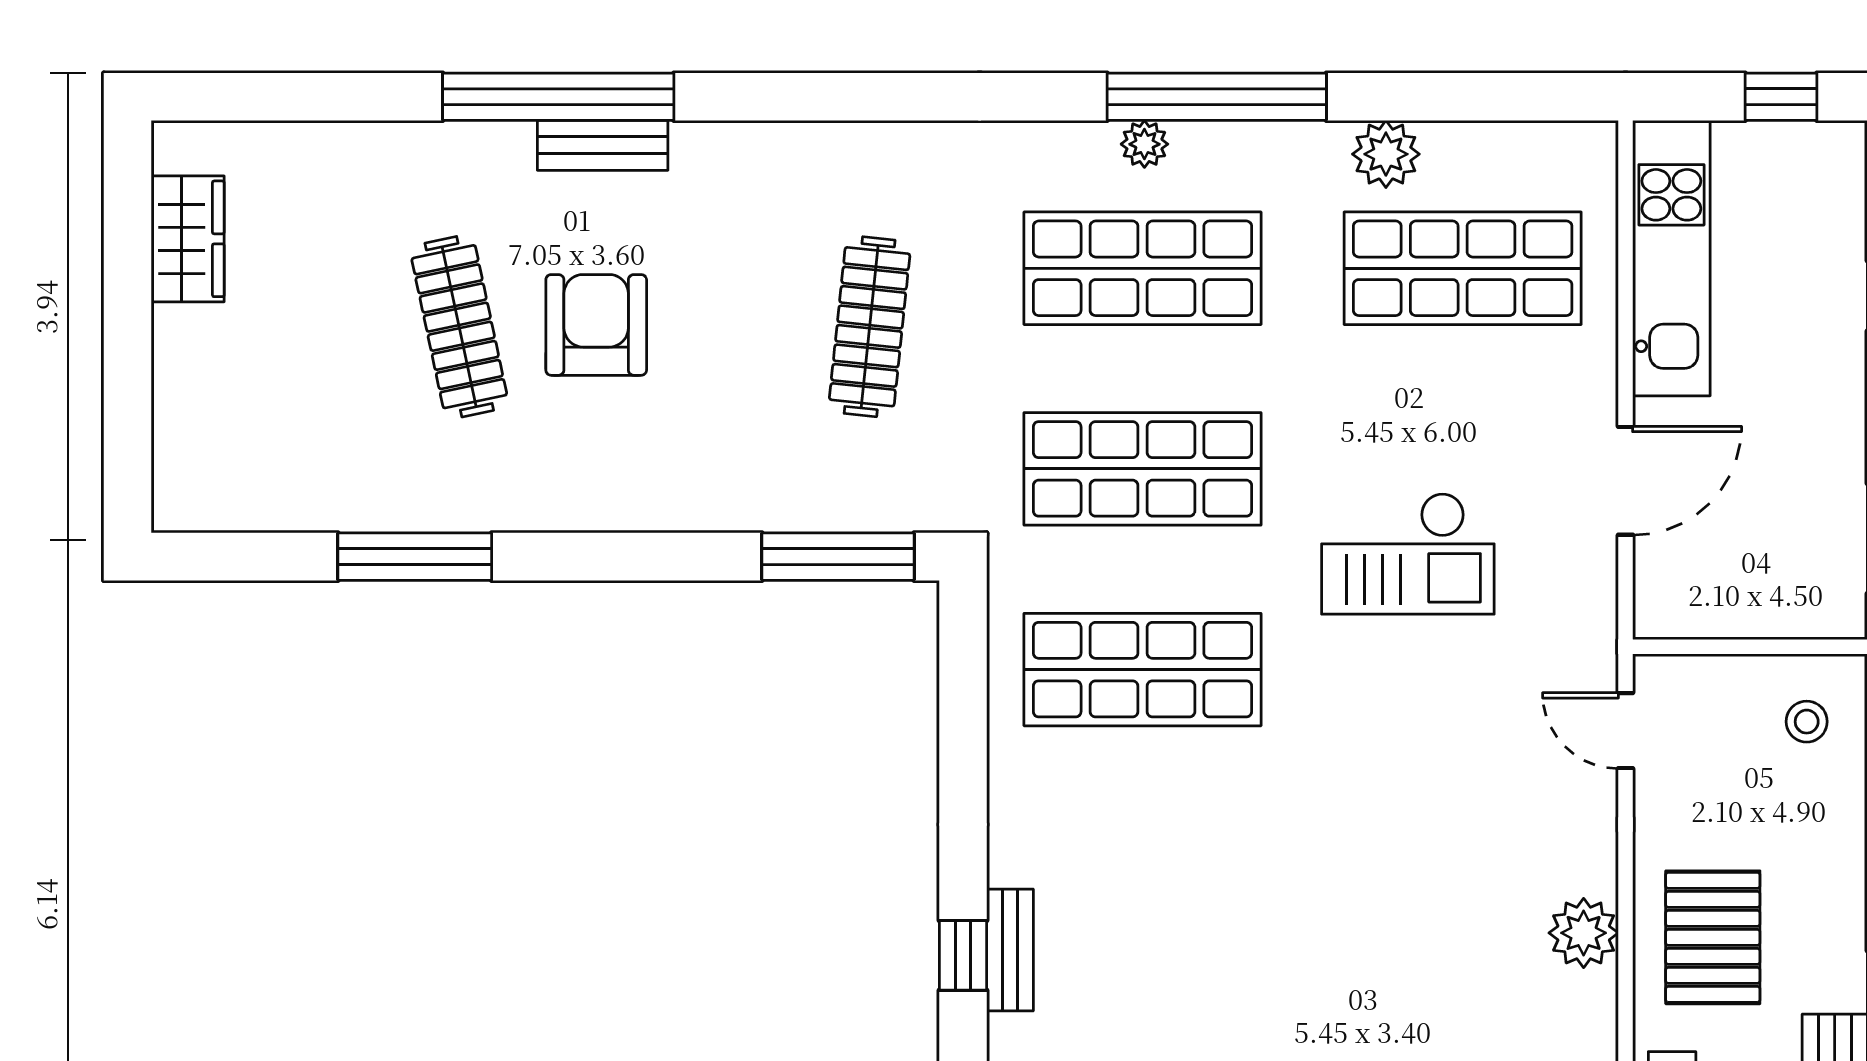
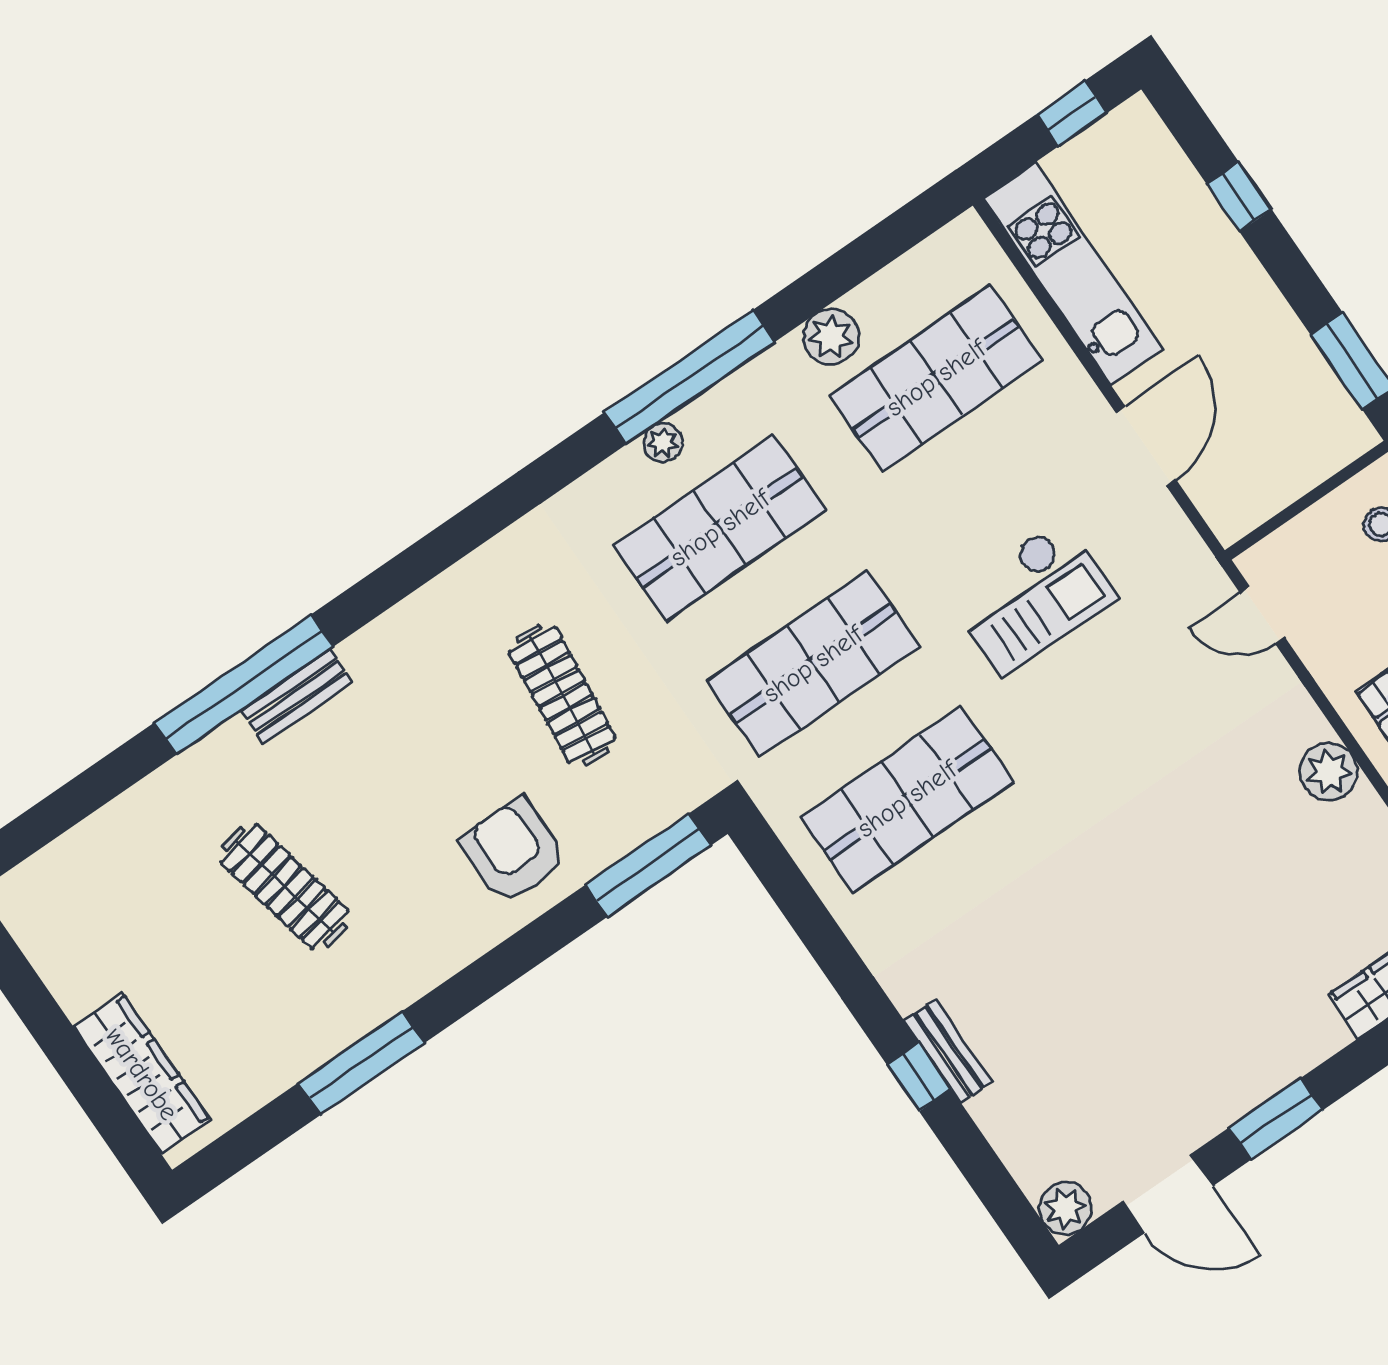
wardrobe: (188, 239) -> (142, 1074), moved, width x1.50
armchair: (596, 325) -> (513, 851), moved

